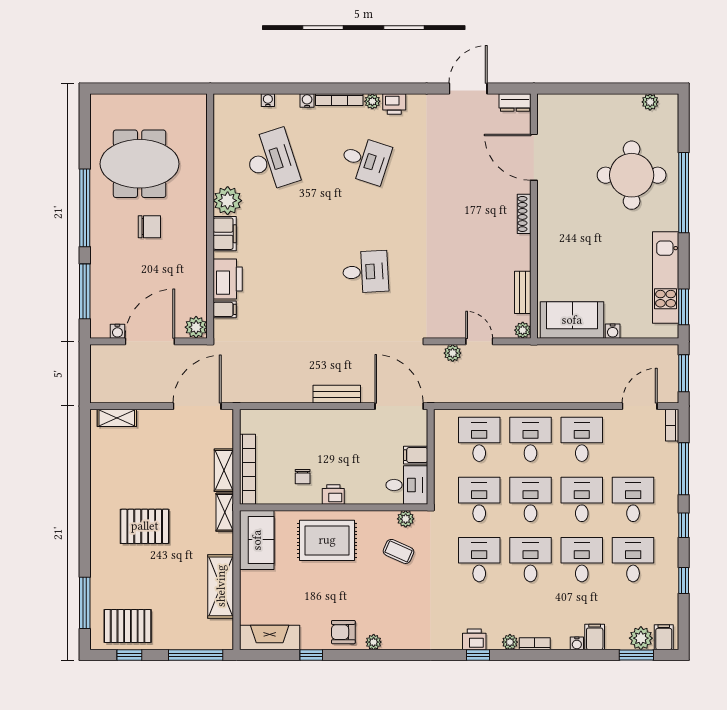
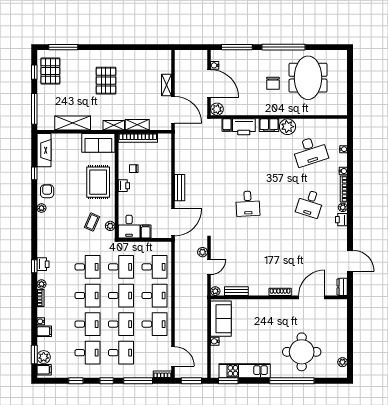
shelving: (117, 418) -> (166, 85), moved

